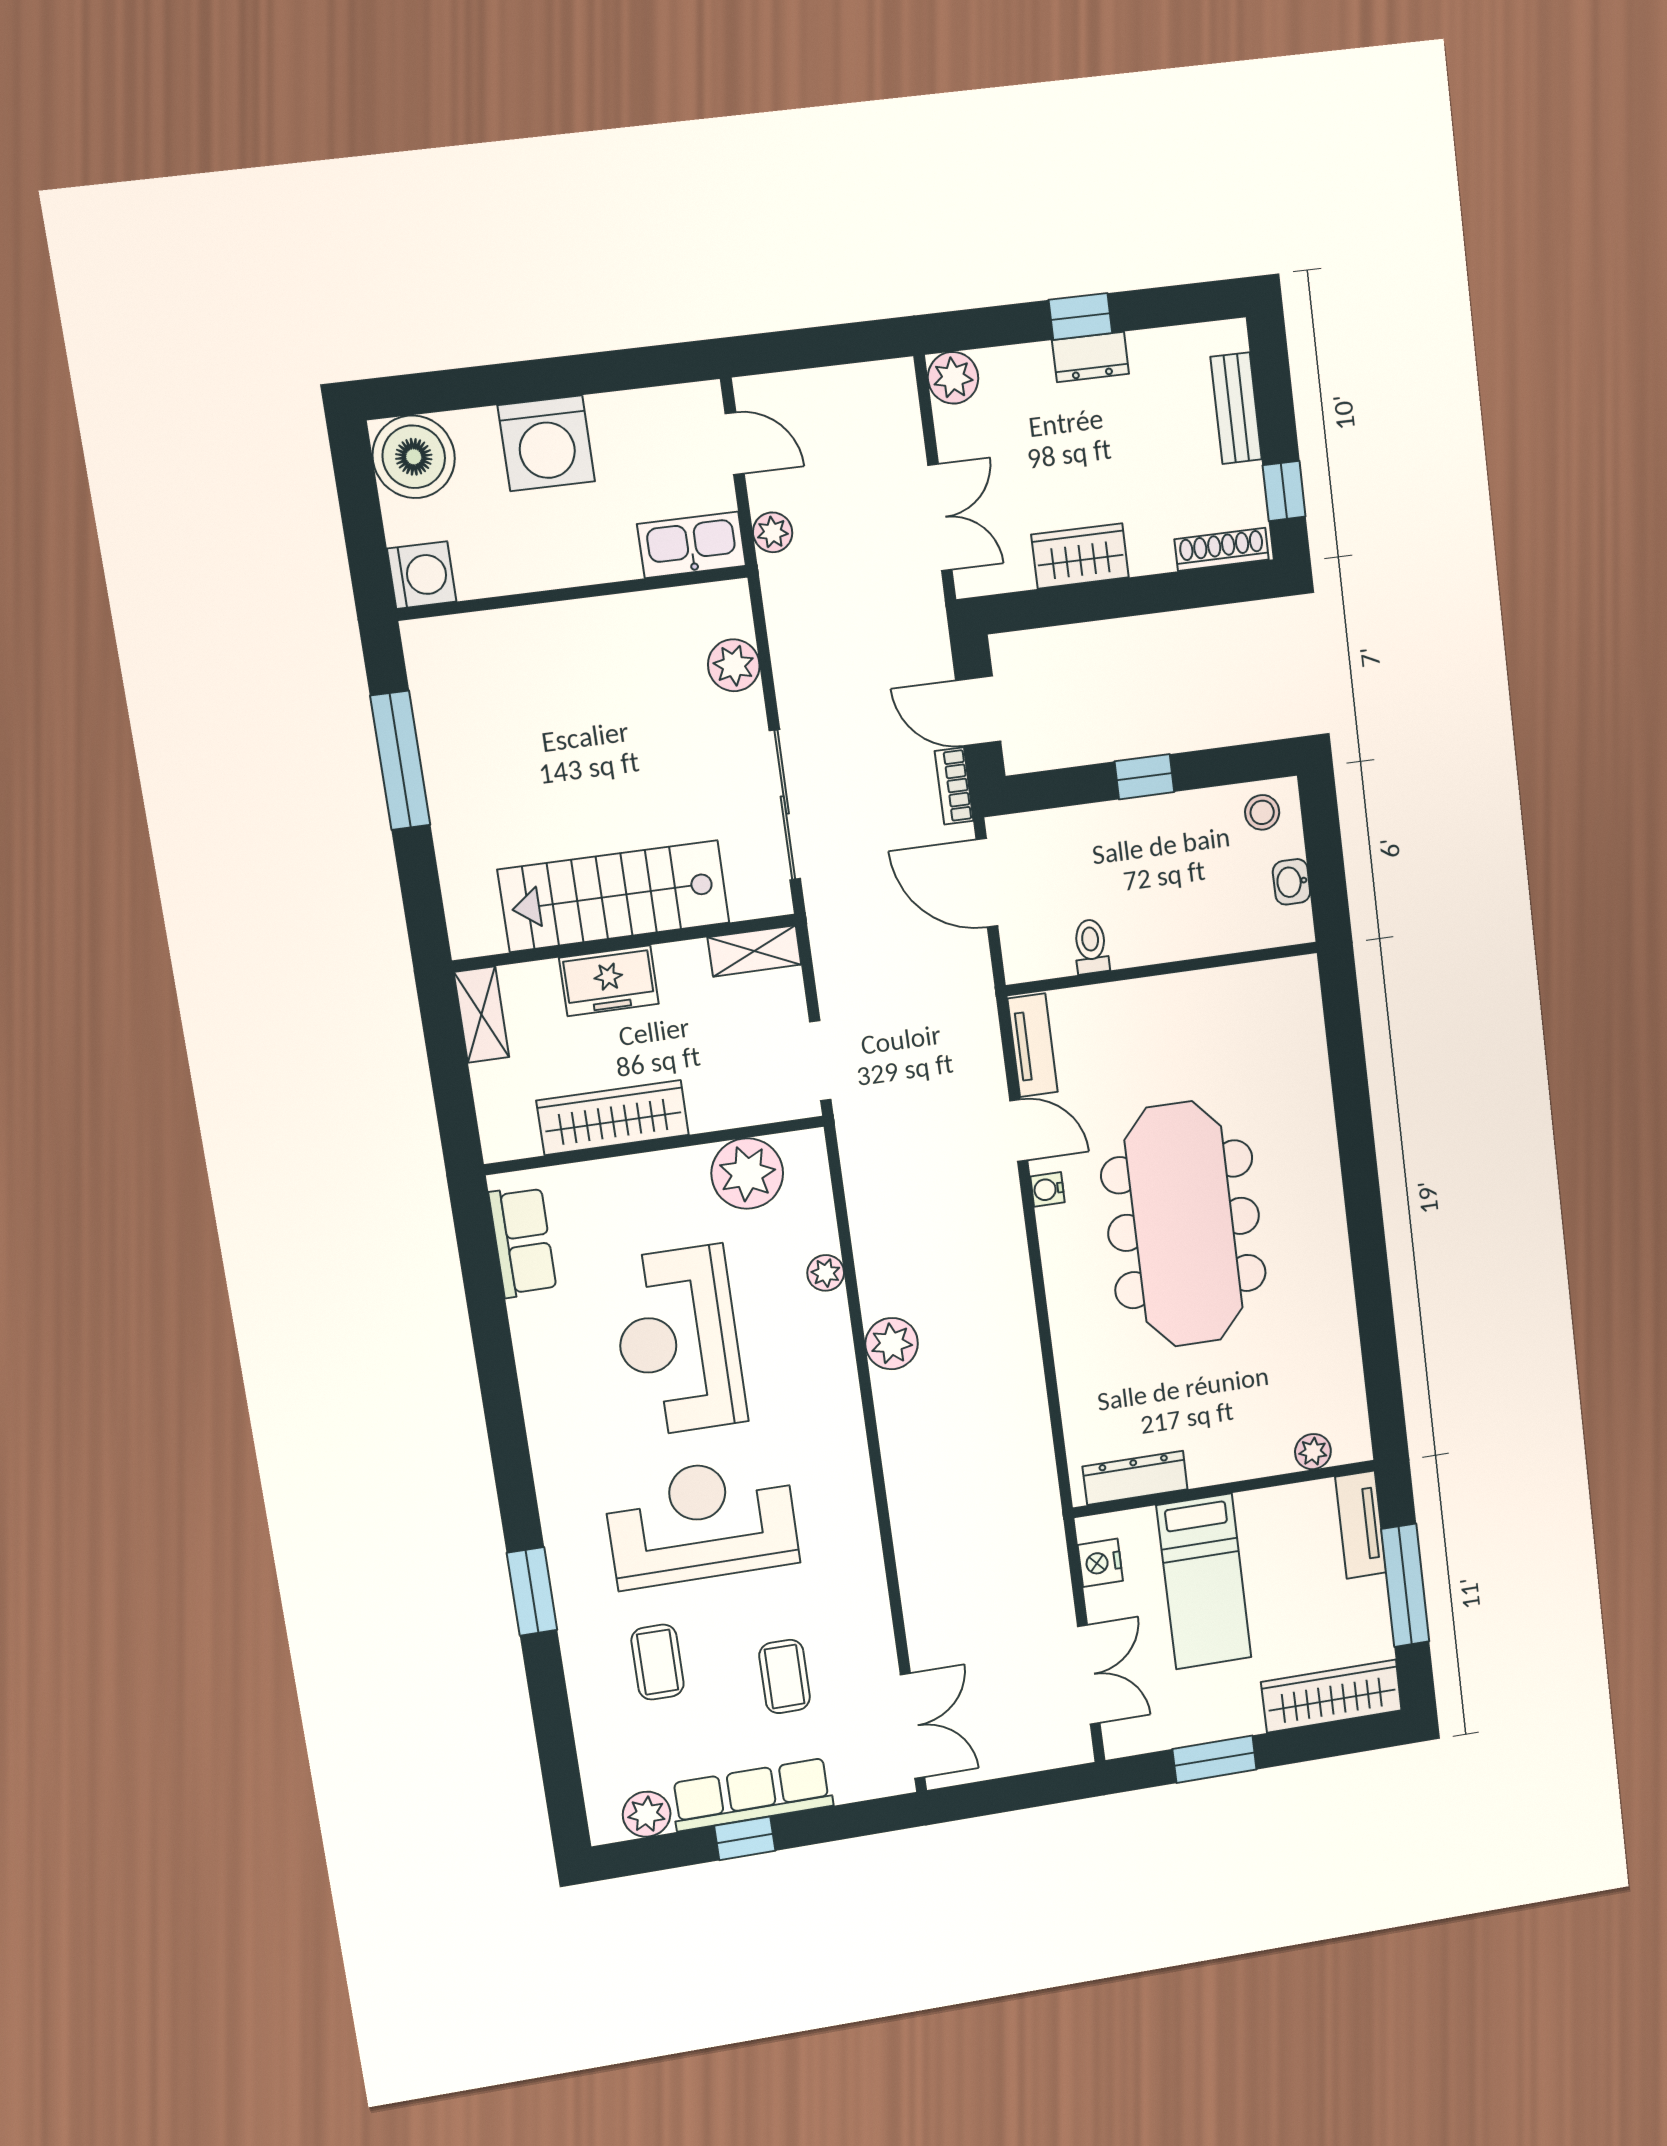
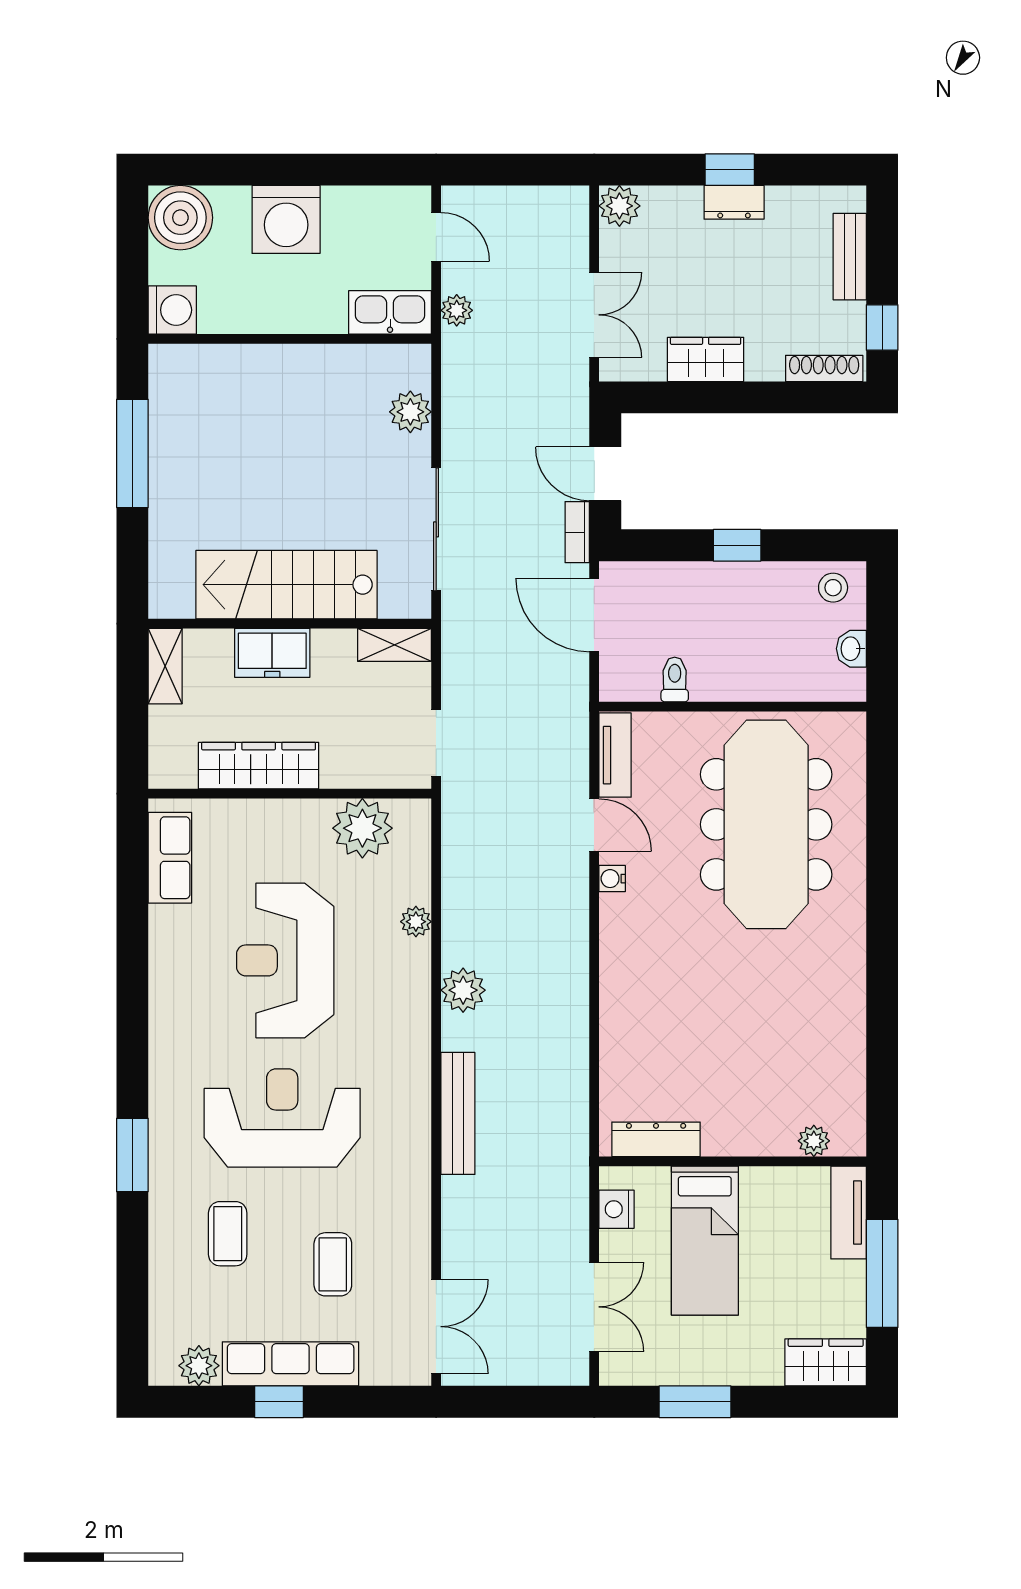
meeting table: (1184, 1224) -> (766, 824), moved
bench: (905, 1484) -> (458, 1113), added
wardrobe: (1332, 1696) -> (826, 1362), width x0.67

